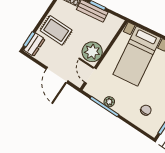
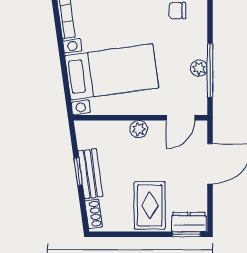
plant: (92, 52) -> (139, 129), width x0.53, depth x0.53

